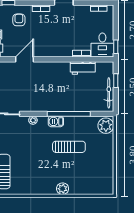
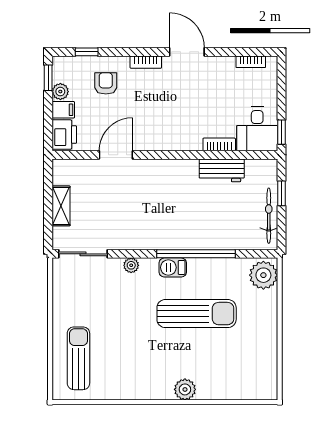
sun lounger: (69, 147) -> (197, 314), width x1.36, depth x1.34

